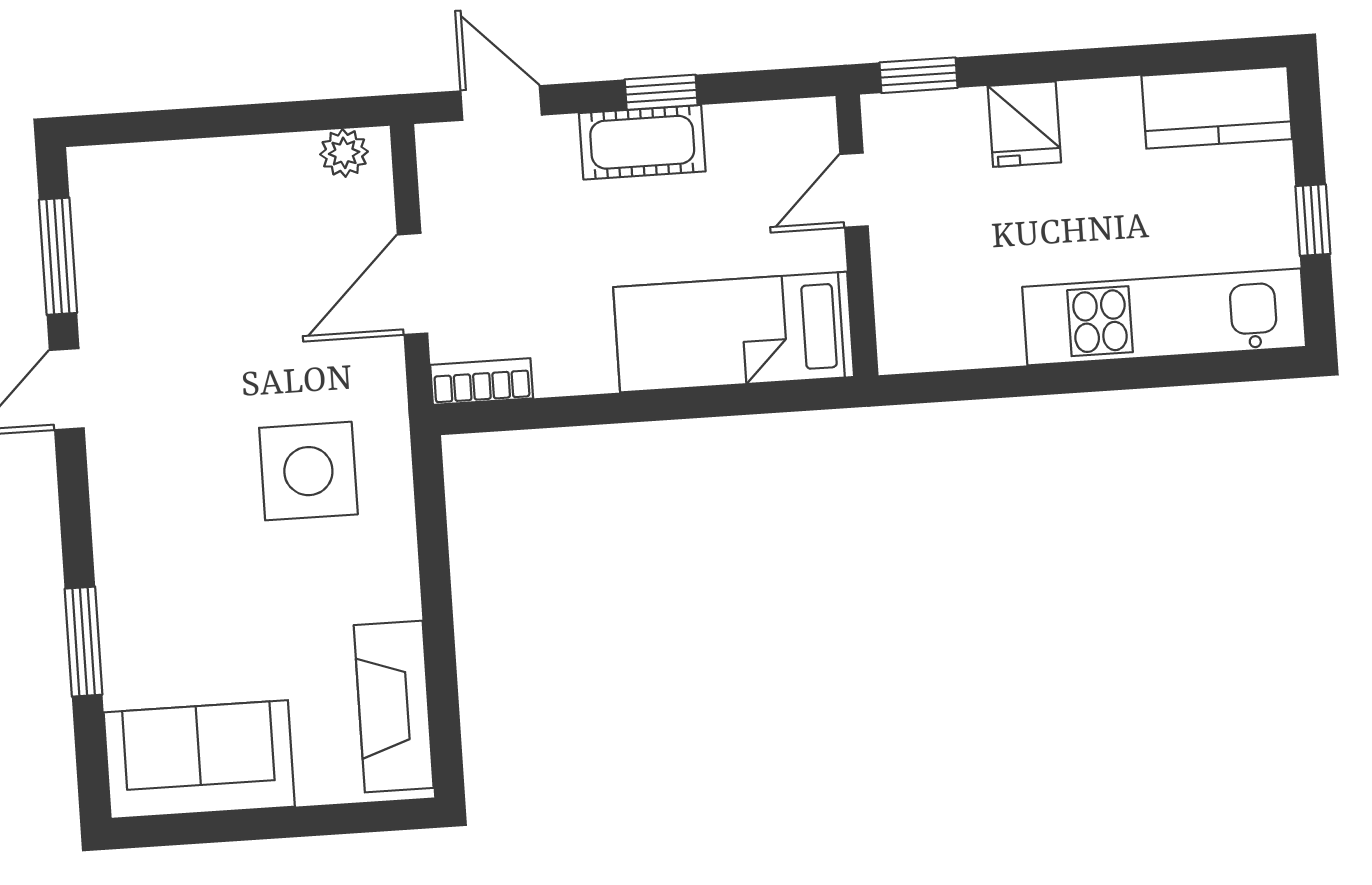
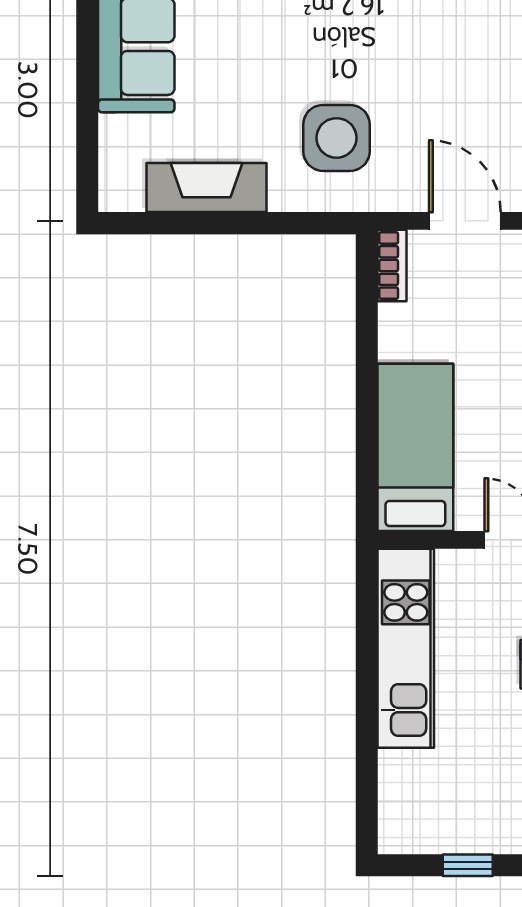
kitchen unit: (1164, 317) -> (406, 648), moved
fireplace: (394, 706) -> (206, 188), moved

